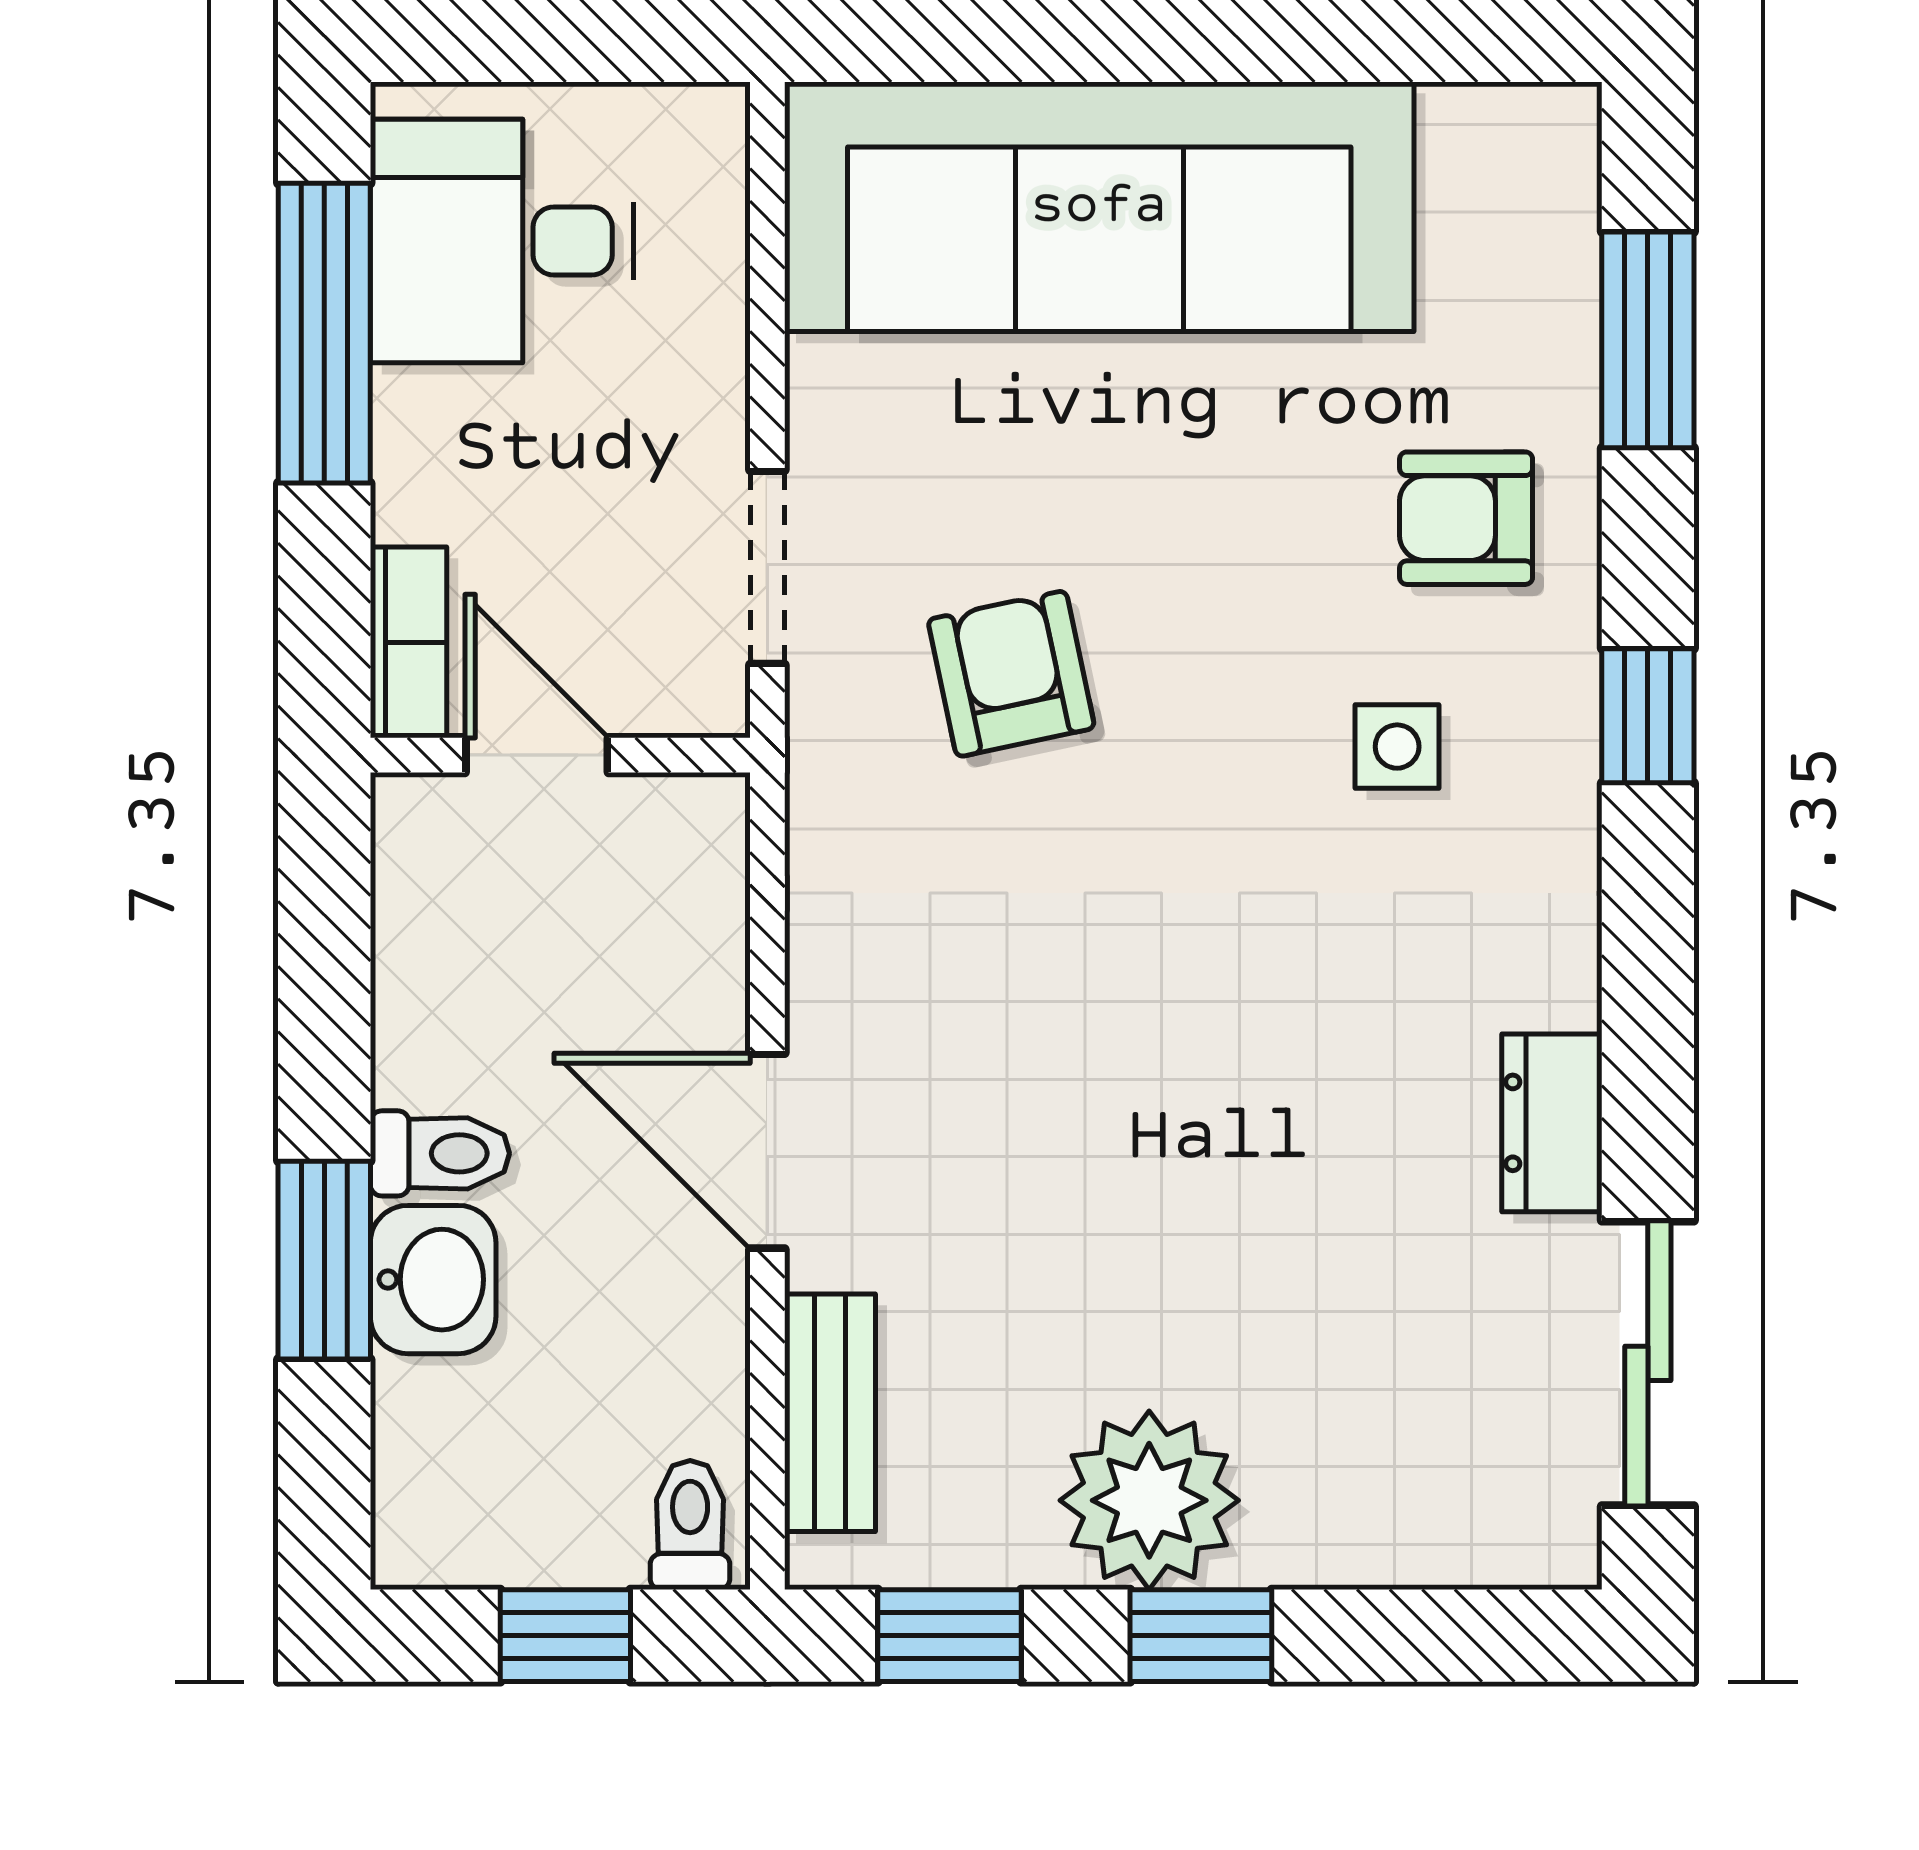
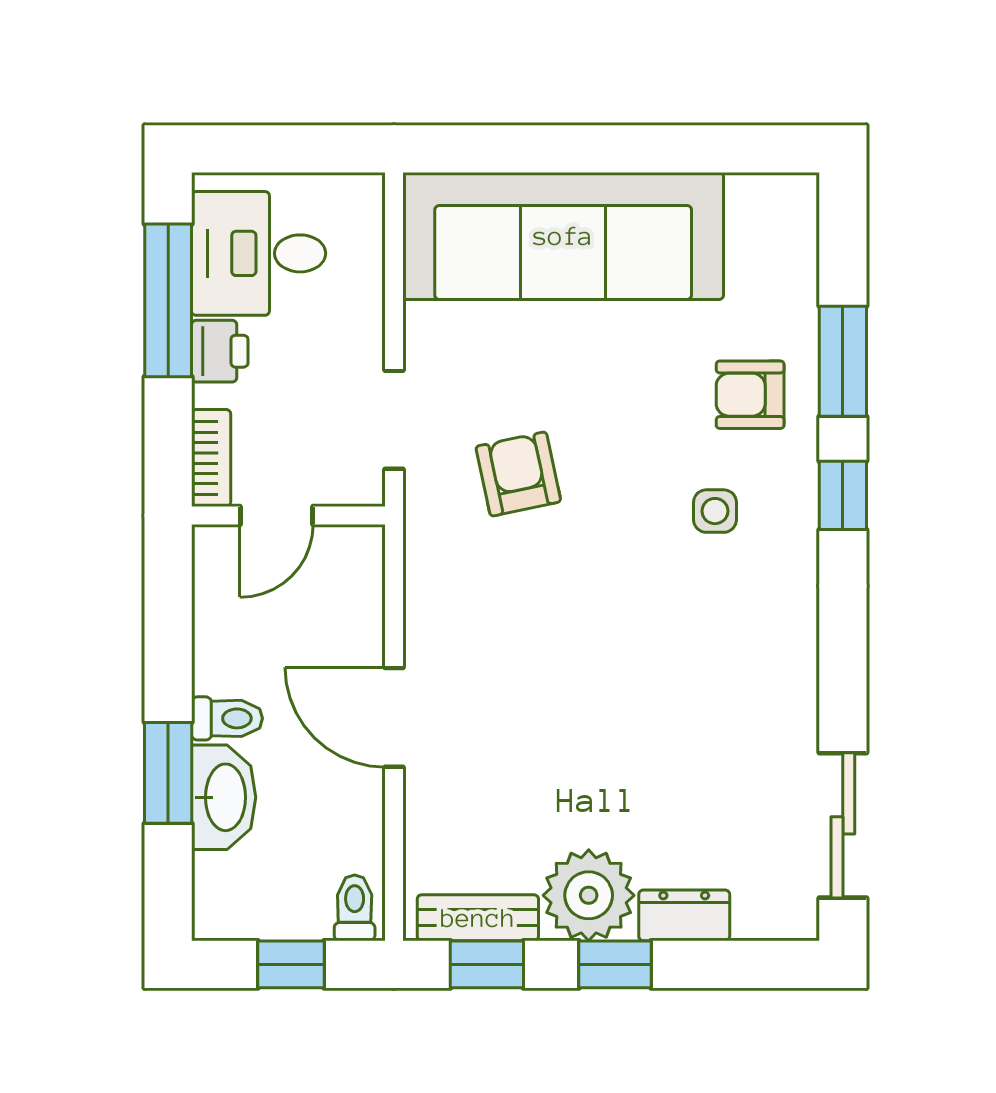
window: (1648, 340) -> (843, 361), moved
printer: (426, 433) -> (220, 351), added
door: (537, 755) -> (276, 515), swing flipped
dresser: (1552, 1123) -> (684, 915), moved, turned 90
washbasin: (433, 1280) -> (224, 797), width x1.38
bench: (830, 1413) -> (478, 918), moved, turned 90

